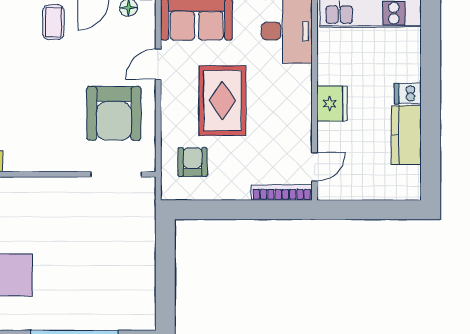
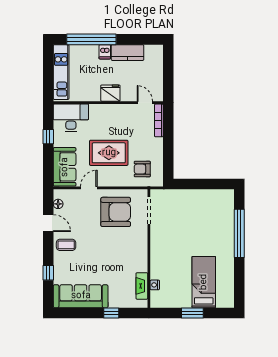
door: (158, 64) -> (89, 188), swing flipped
window: (431, 69) -> (91, 39), added

